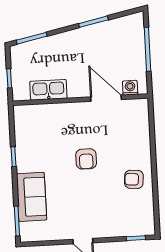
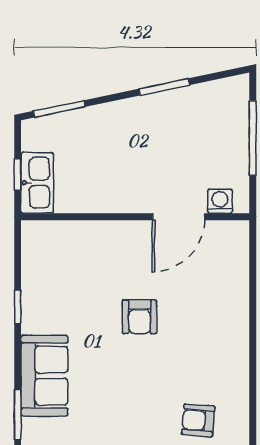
kitchen sink: (48, 90) -> (37, 183), moved, turned 90
door: (106, 98) -> (178, 217), swing flipped
armchair: (134, 179) -> (198, 420), moved

